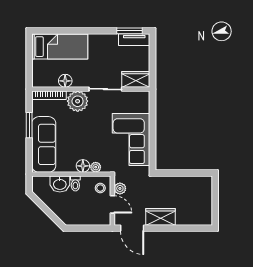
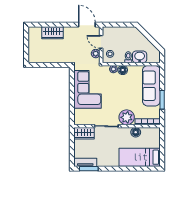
wardrobe: (160, 217) -> (53, 33), moved

